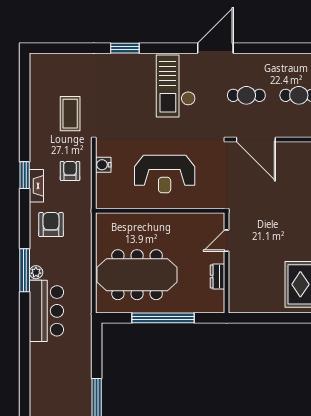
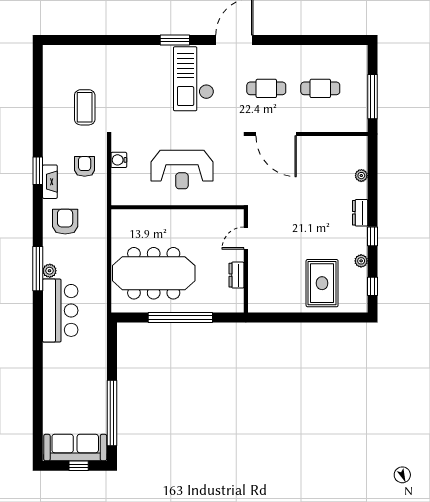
window: (125, 48) -> (175, 40), moved

